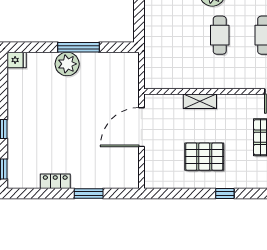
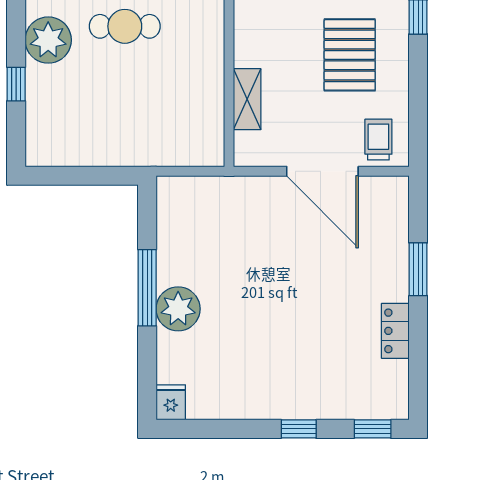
shelving: (200, 101) -> (247, 99), moved
door: (141, 127) -> (322, 171), moved
trolley: (159, 172) -> (378, 140), added

